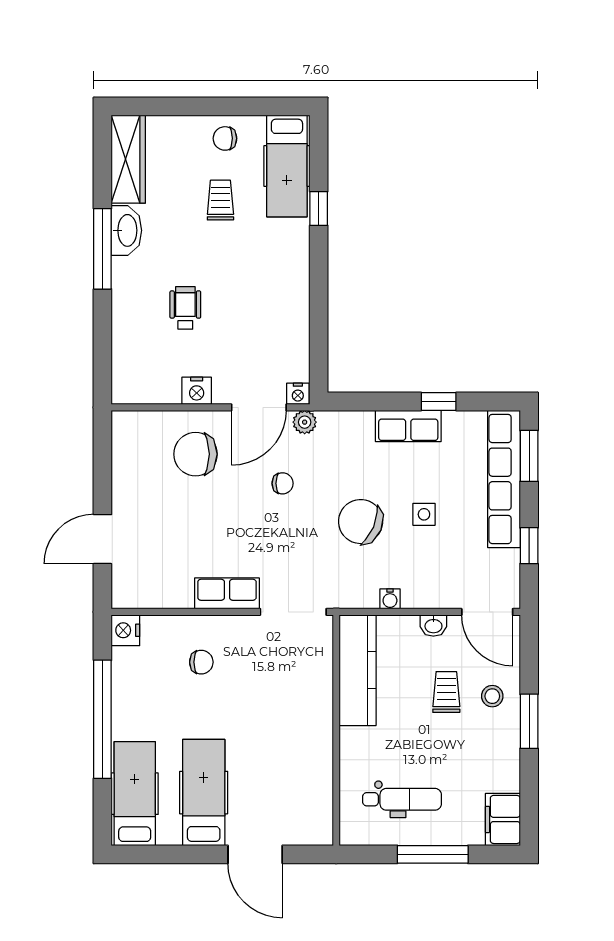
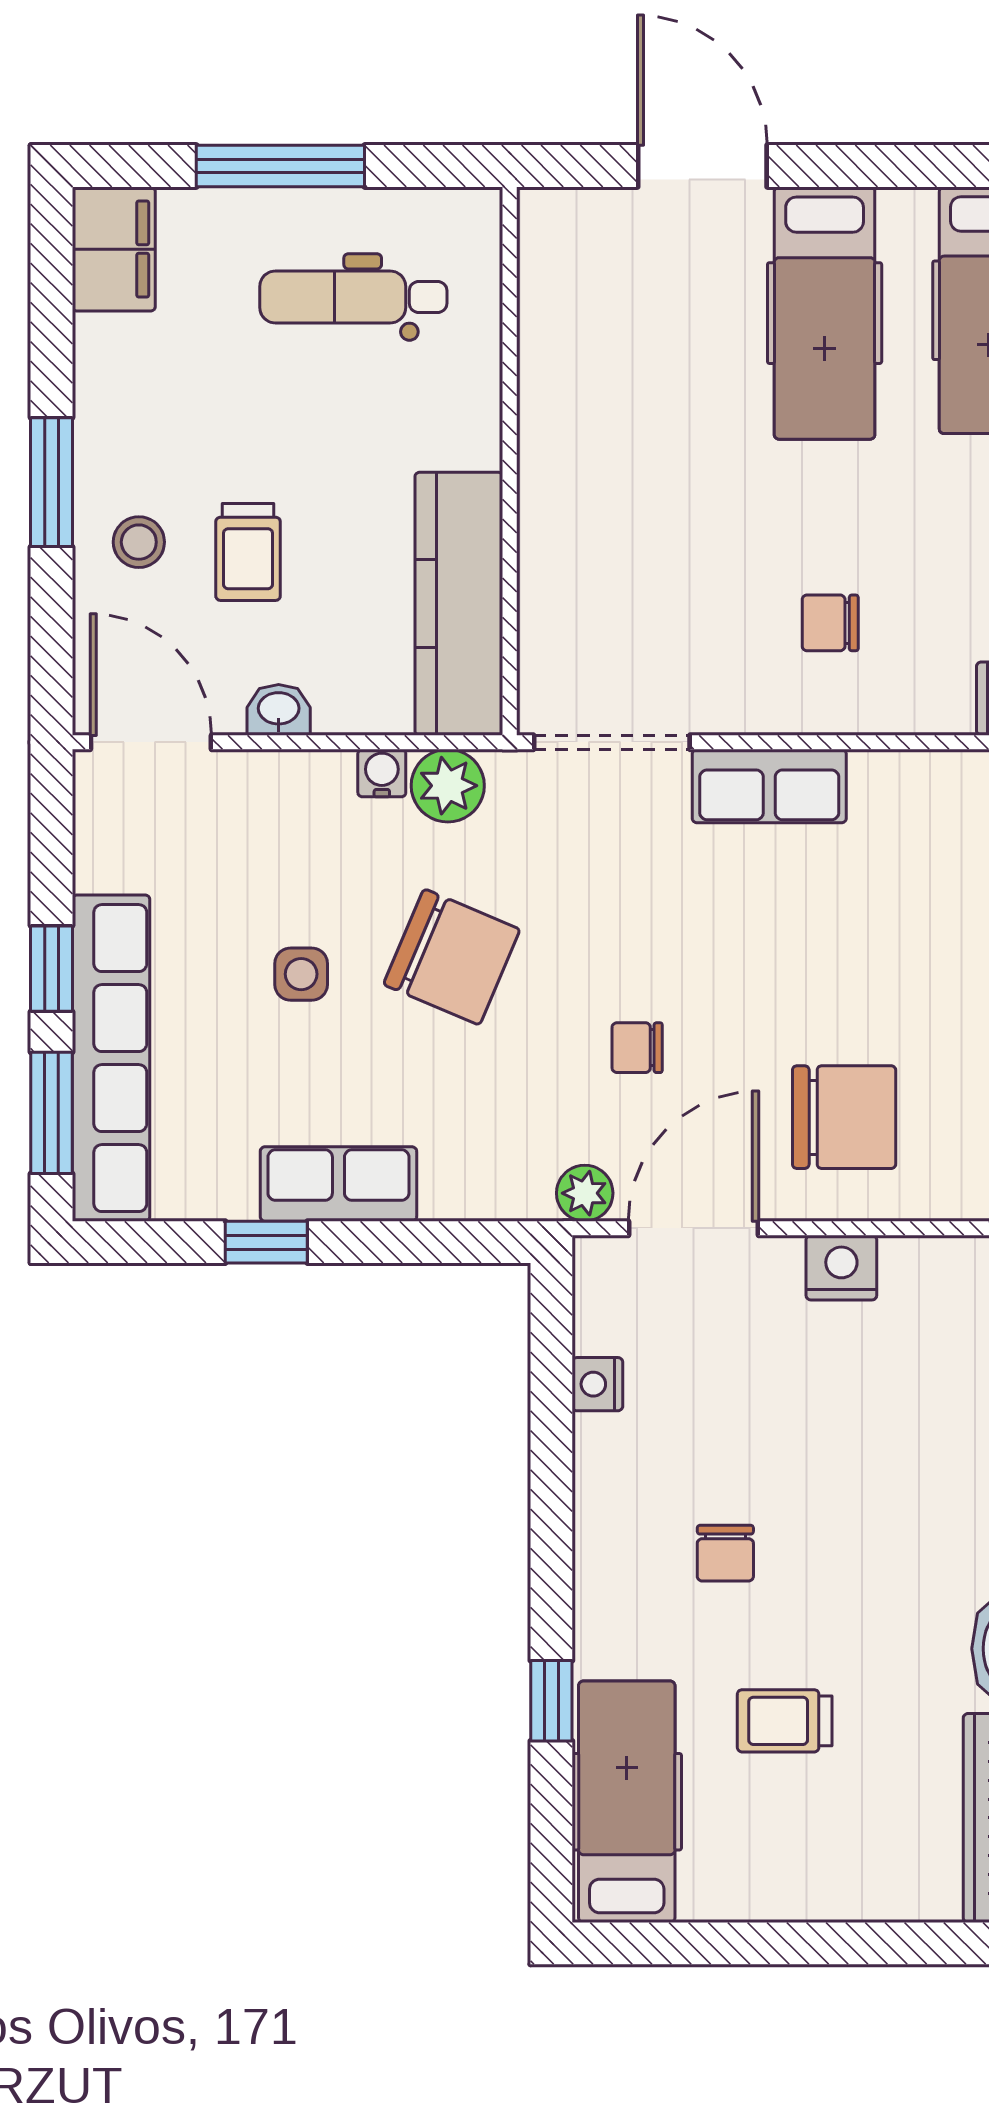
chair: (225, 138) -> (725, 1553), moved, turned 90
trolley: (220, 200) -> (785, 1721), turned 90
wheelchair: (185, 308) -> (868, 1465), removed
nightstand: (298, 394) -> (597, 1384), moved, turned -90
window: (529, 546) -> (51, 969), moved
plant: (362, 594) -> (448, 786), added

